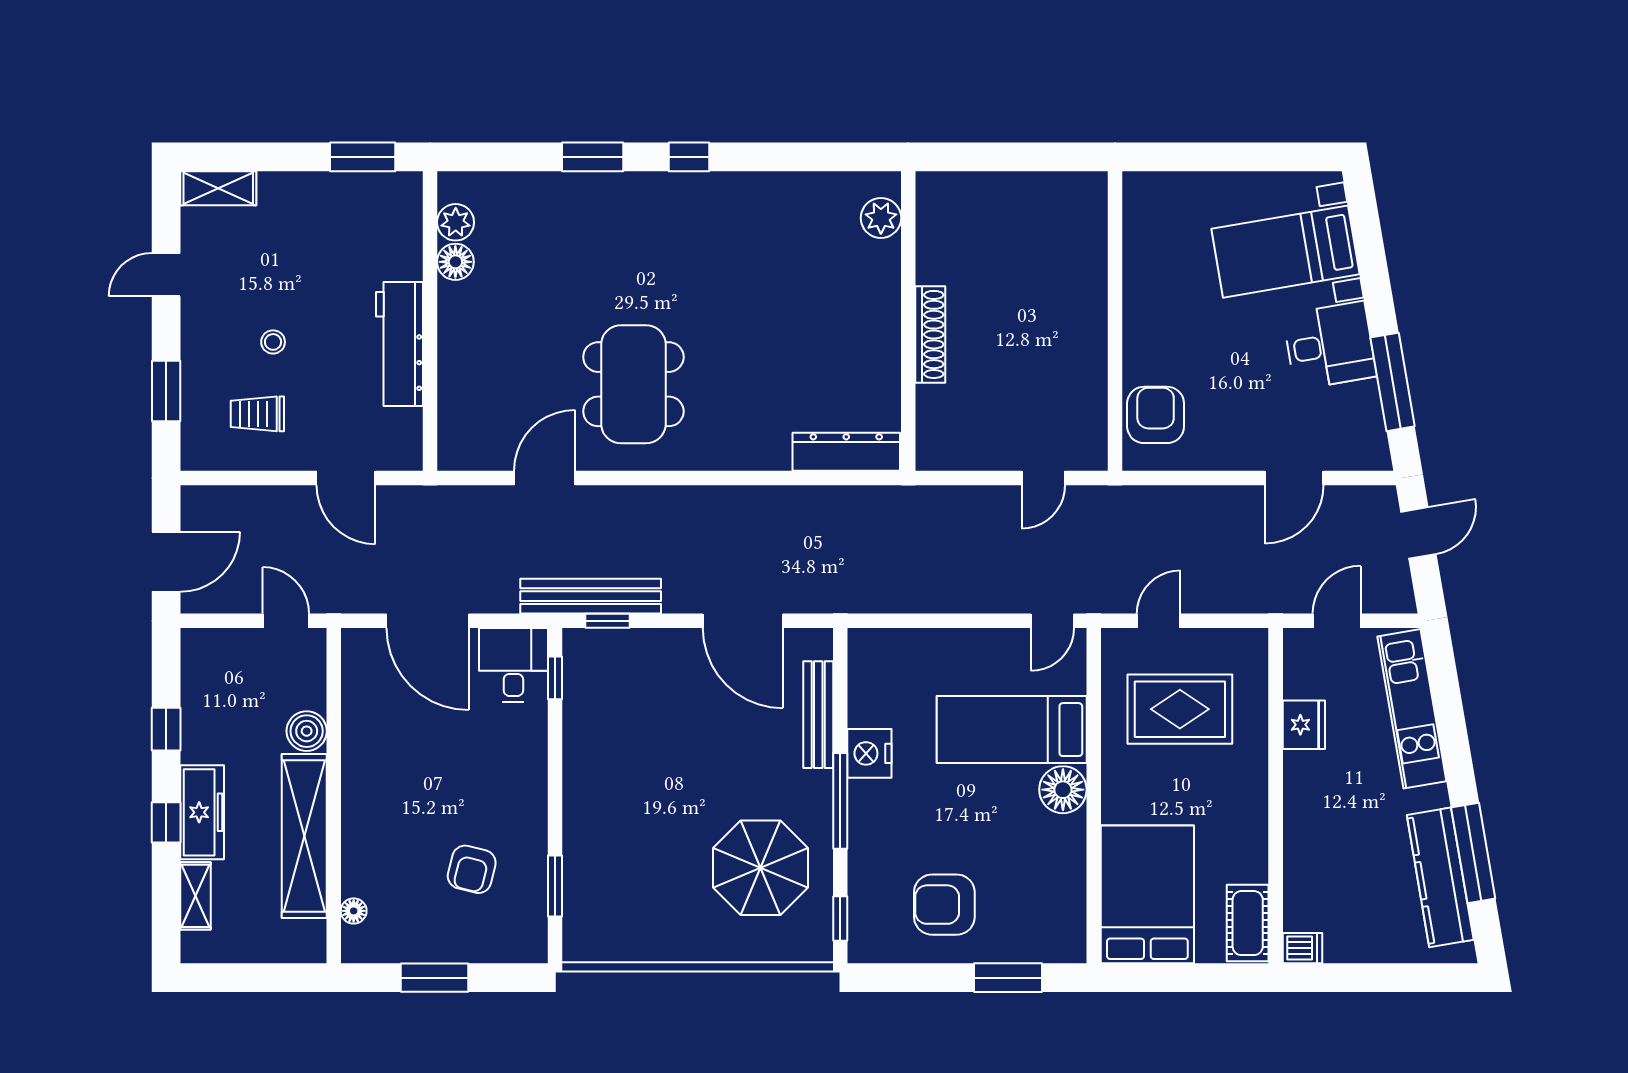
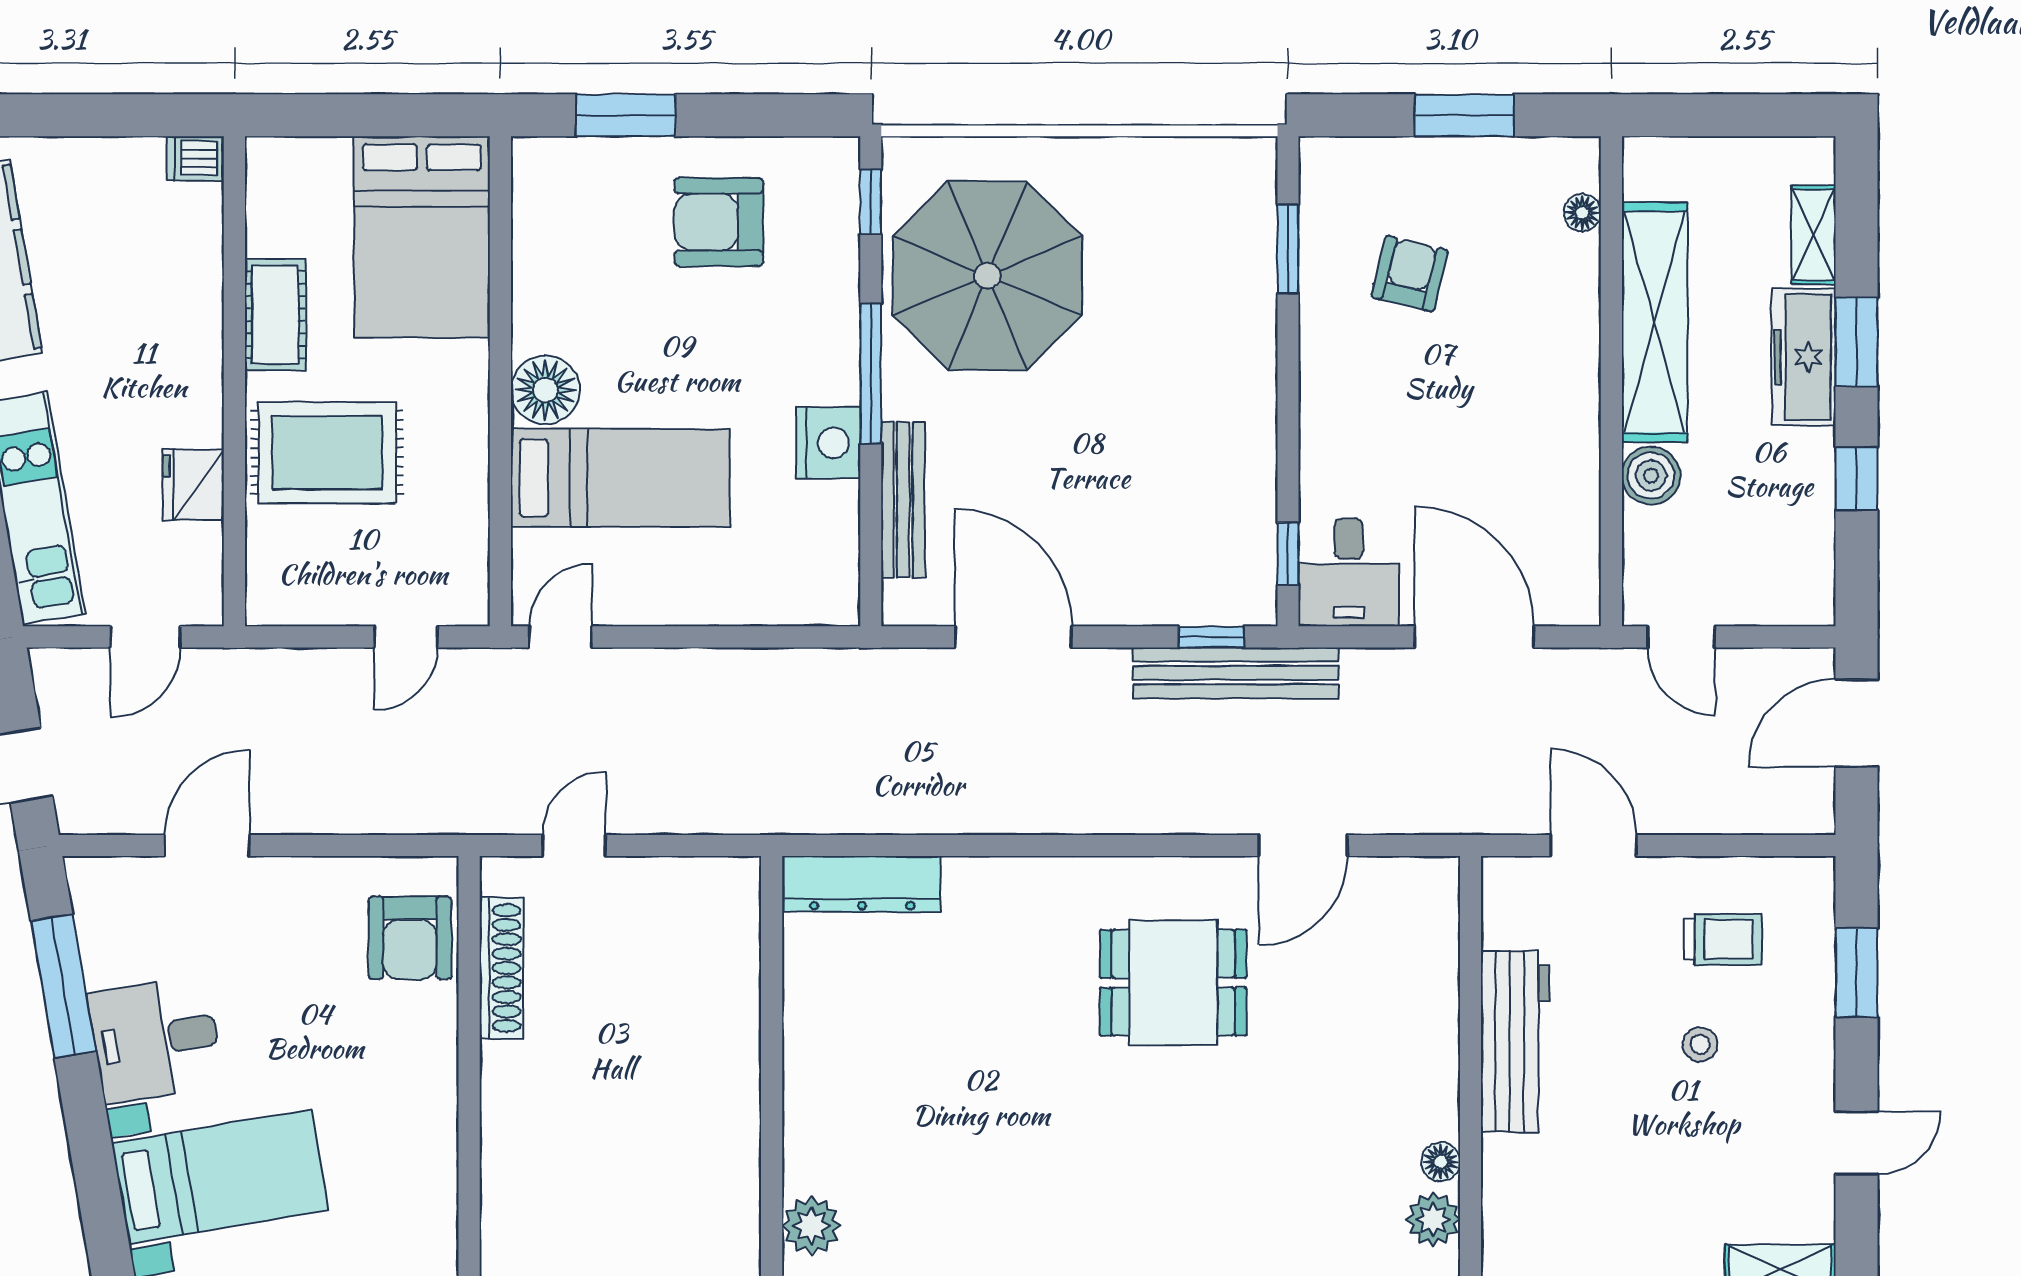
floor lamp: (455, 262) -> (1441, 1162), width x0.73, depth x0.73
shoe rack: (930, 334) -> (501, 968), moved, turned 180
dining table: (633, 384) -> (1173, 983), width x0.73
rug: (1180, 709) -> (327, 453), moved
window: (166, 822) -> (1857, 342), width x1.50
parasol: (761, 868) -> (987, 276), width x1.36, depth x1.36
armchair: (944, 905) -> (719, 222), turned 180
cot: (1248, 923) -> (275, 315), moved

